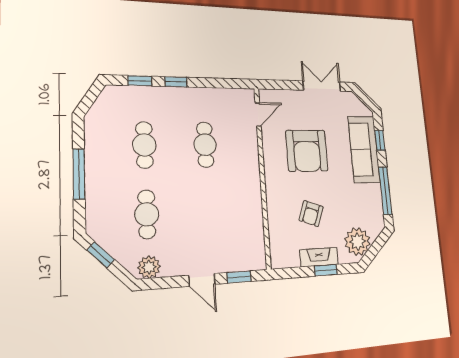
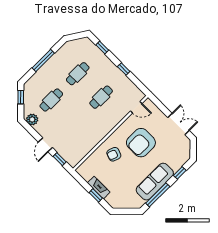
window: (176, 82) -> (124, 69), moved
sofa: (364, 149) -> (155, 182), moved
armchair: (311, 213) -> (114, 154), moved
plant: (358, 242) -> (122, 200), removed

